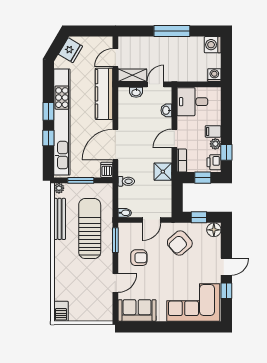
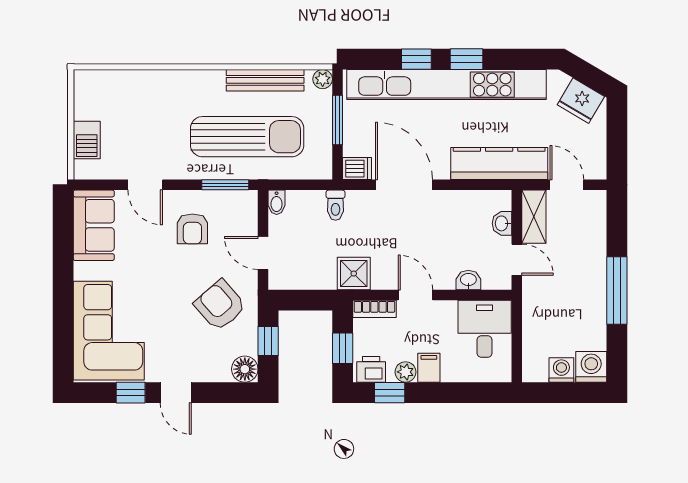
washing machine: (214, 75) -> (561, 370), moved, turned -90
barbecue: (61, 311) -> (87, 140), moved, turned -90

